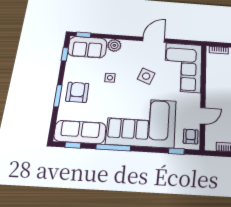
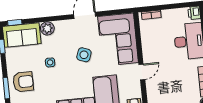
armchair: (77, 92) -> (23, 82), turned 90
door: (203, 116) -> (142, 72), moved

